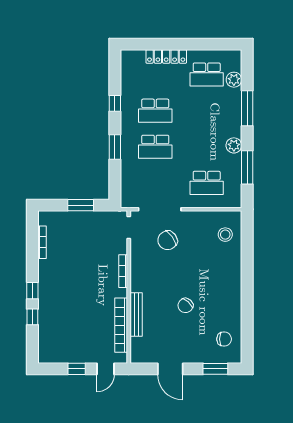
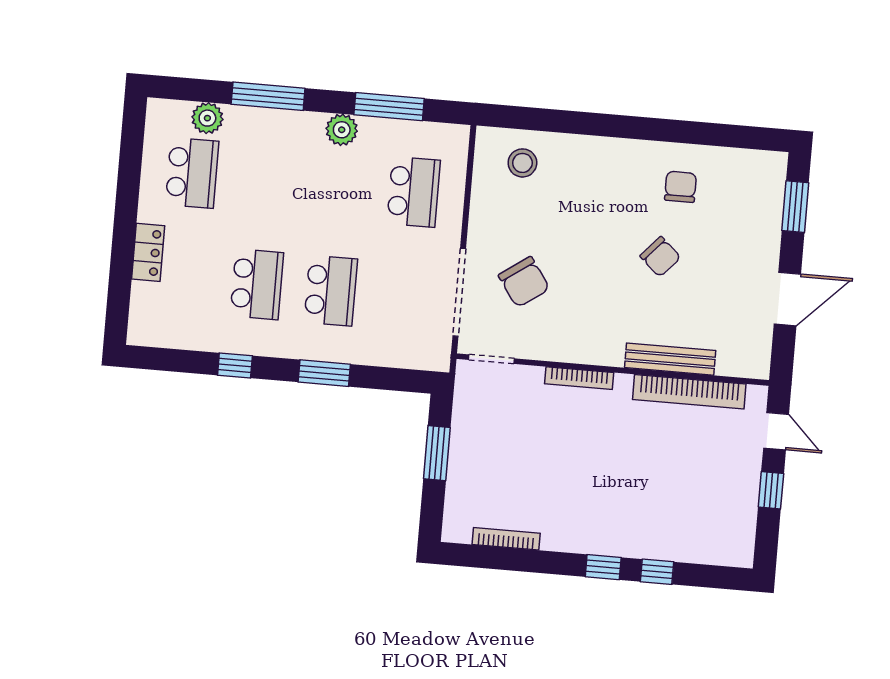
locker: (166, 56) -> (148, 252), width x0.66
chair: (224, 339) -> (681, 187), moved

